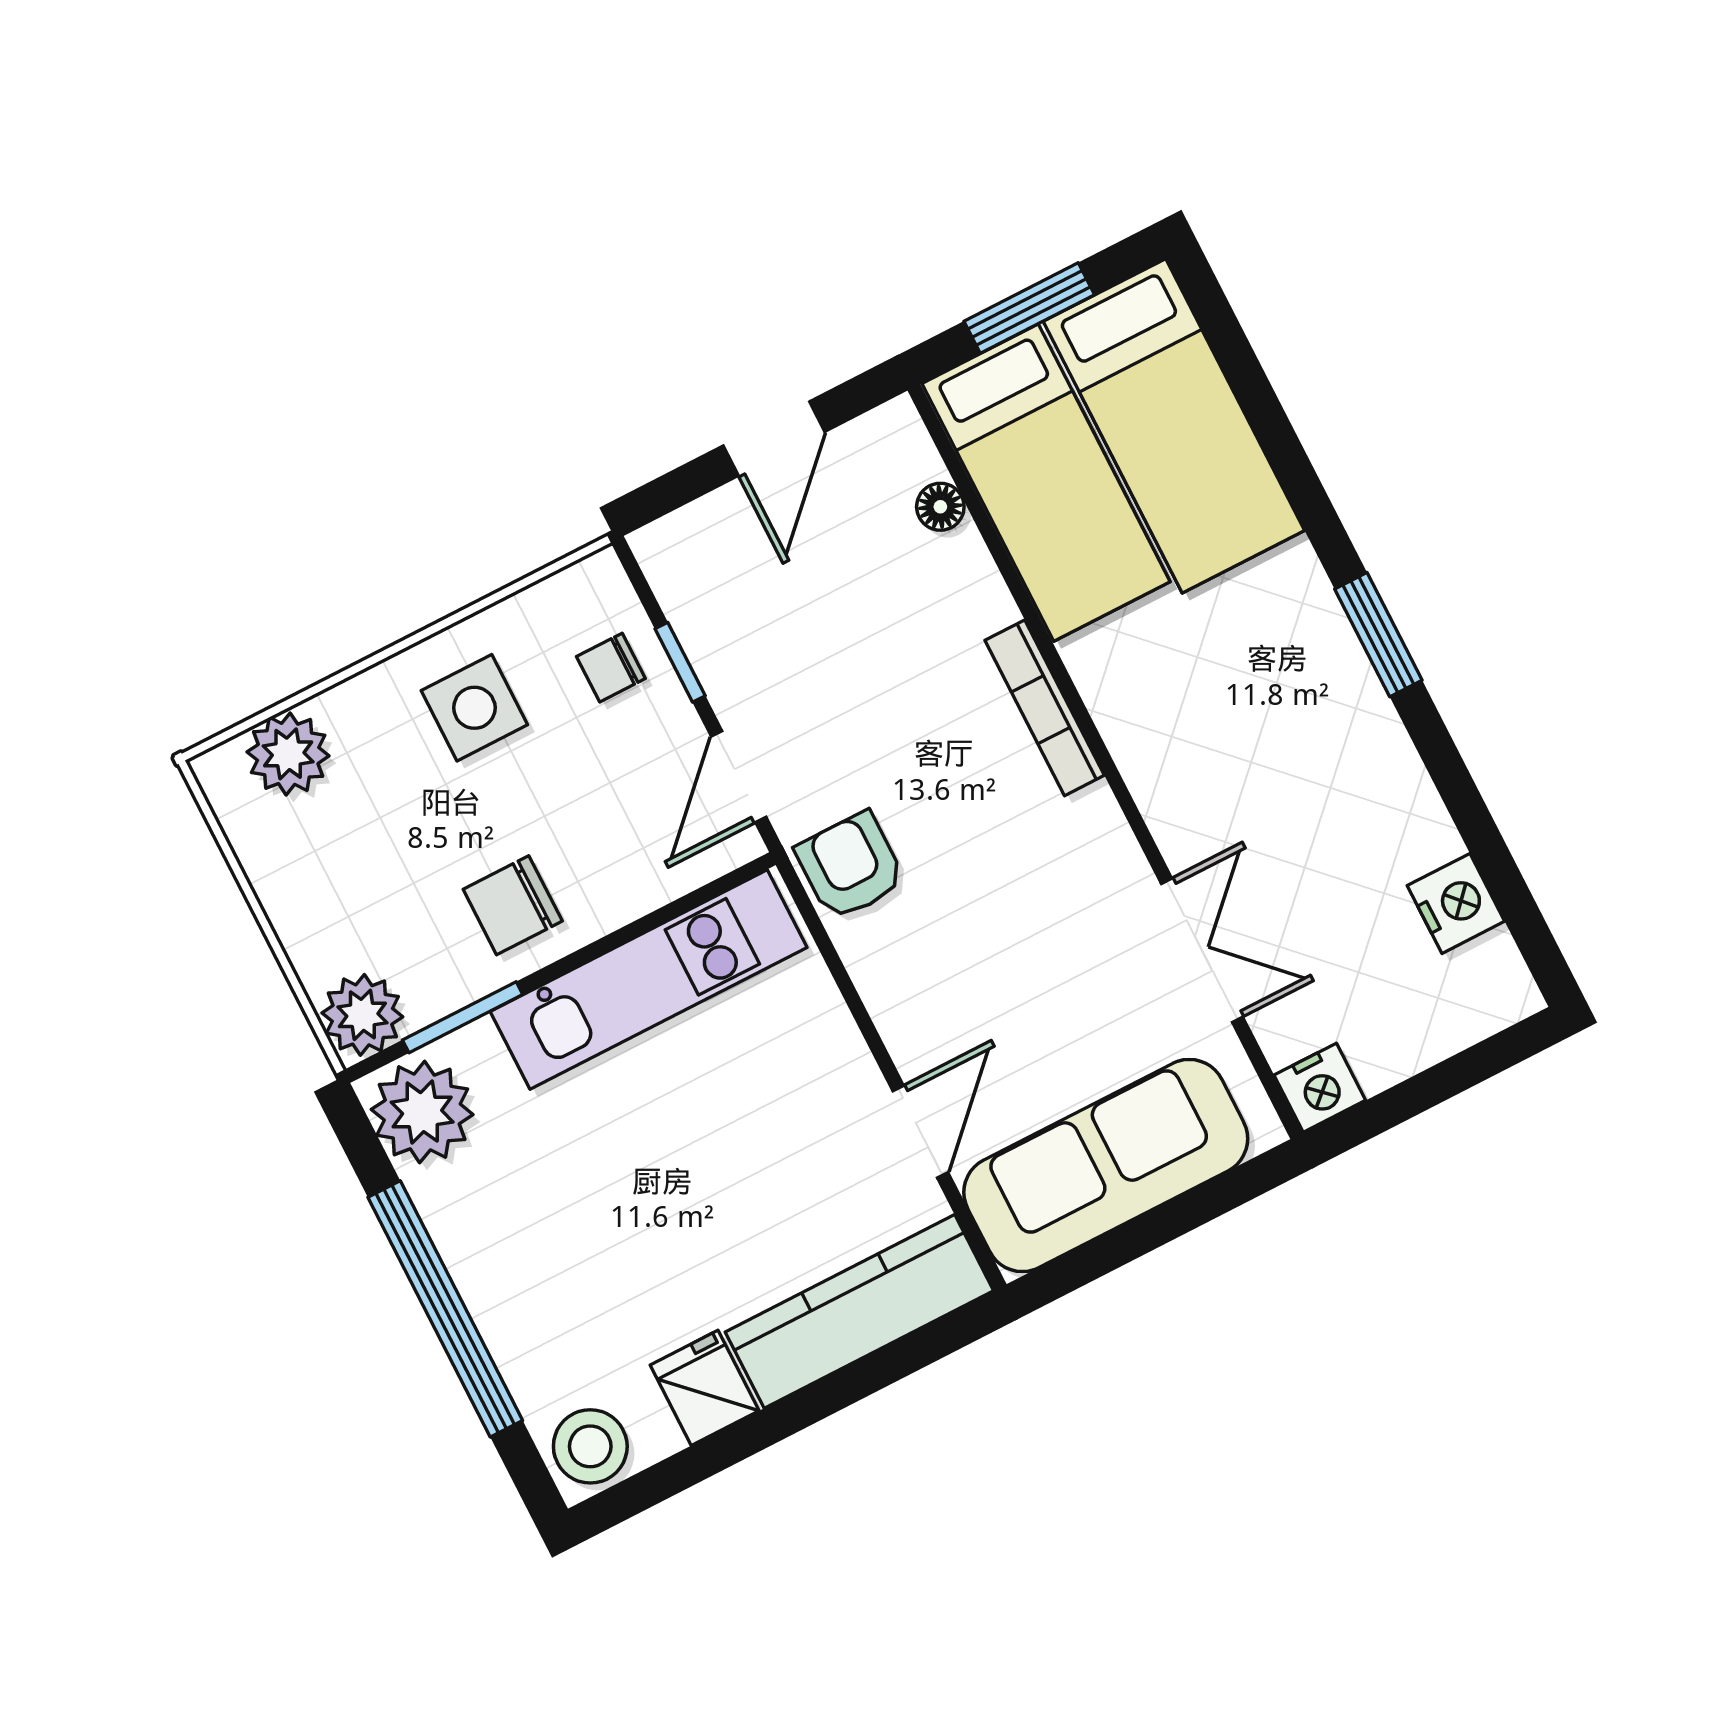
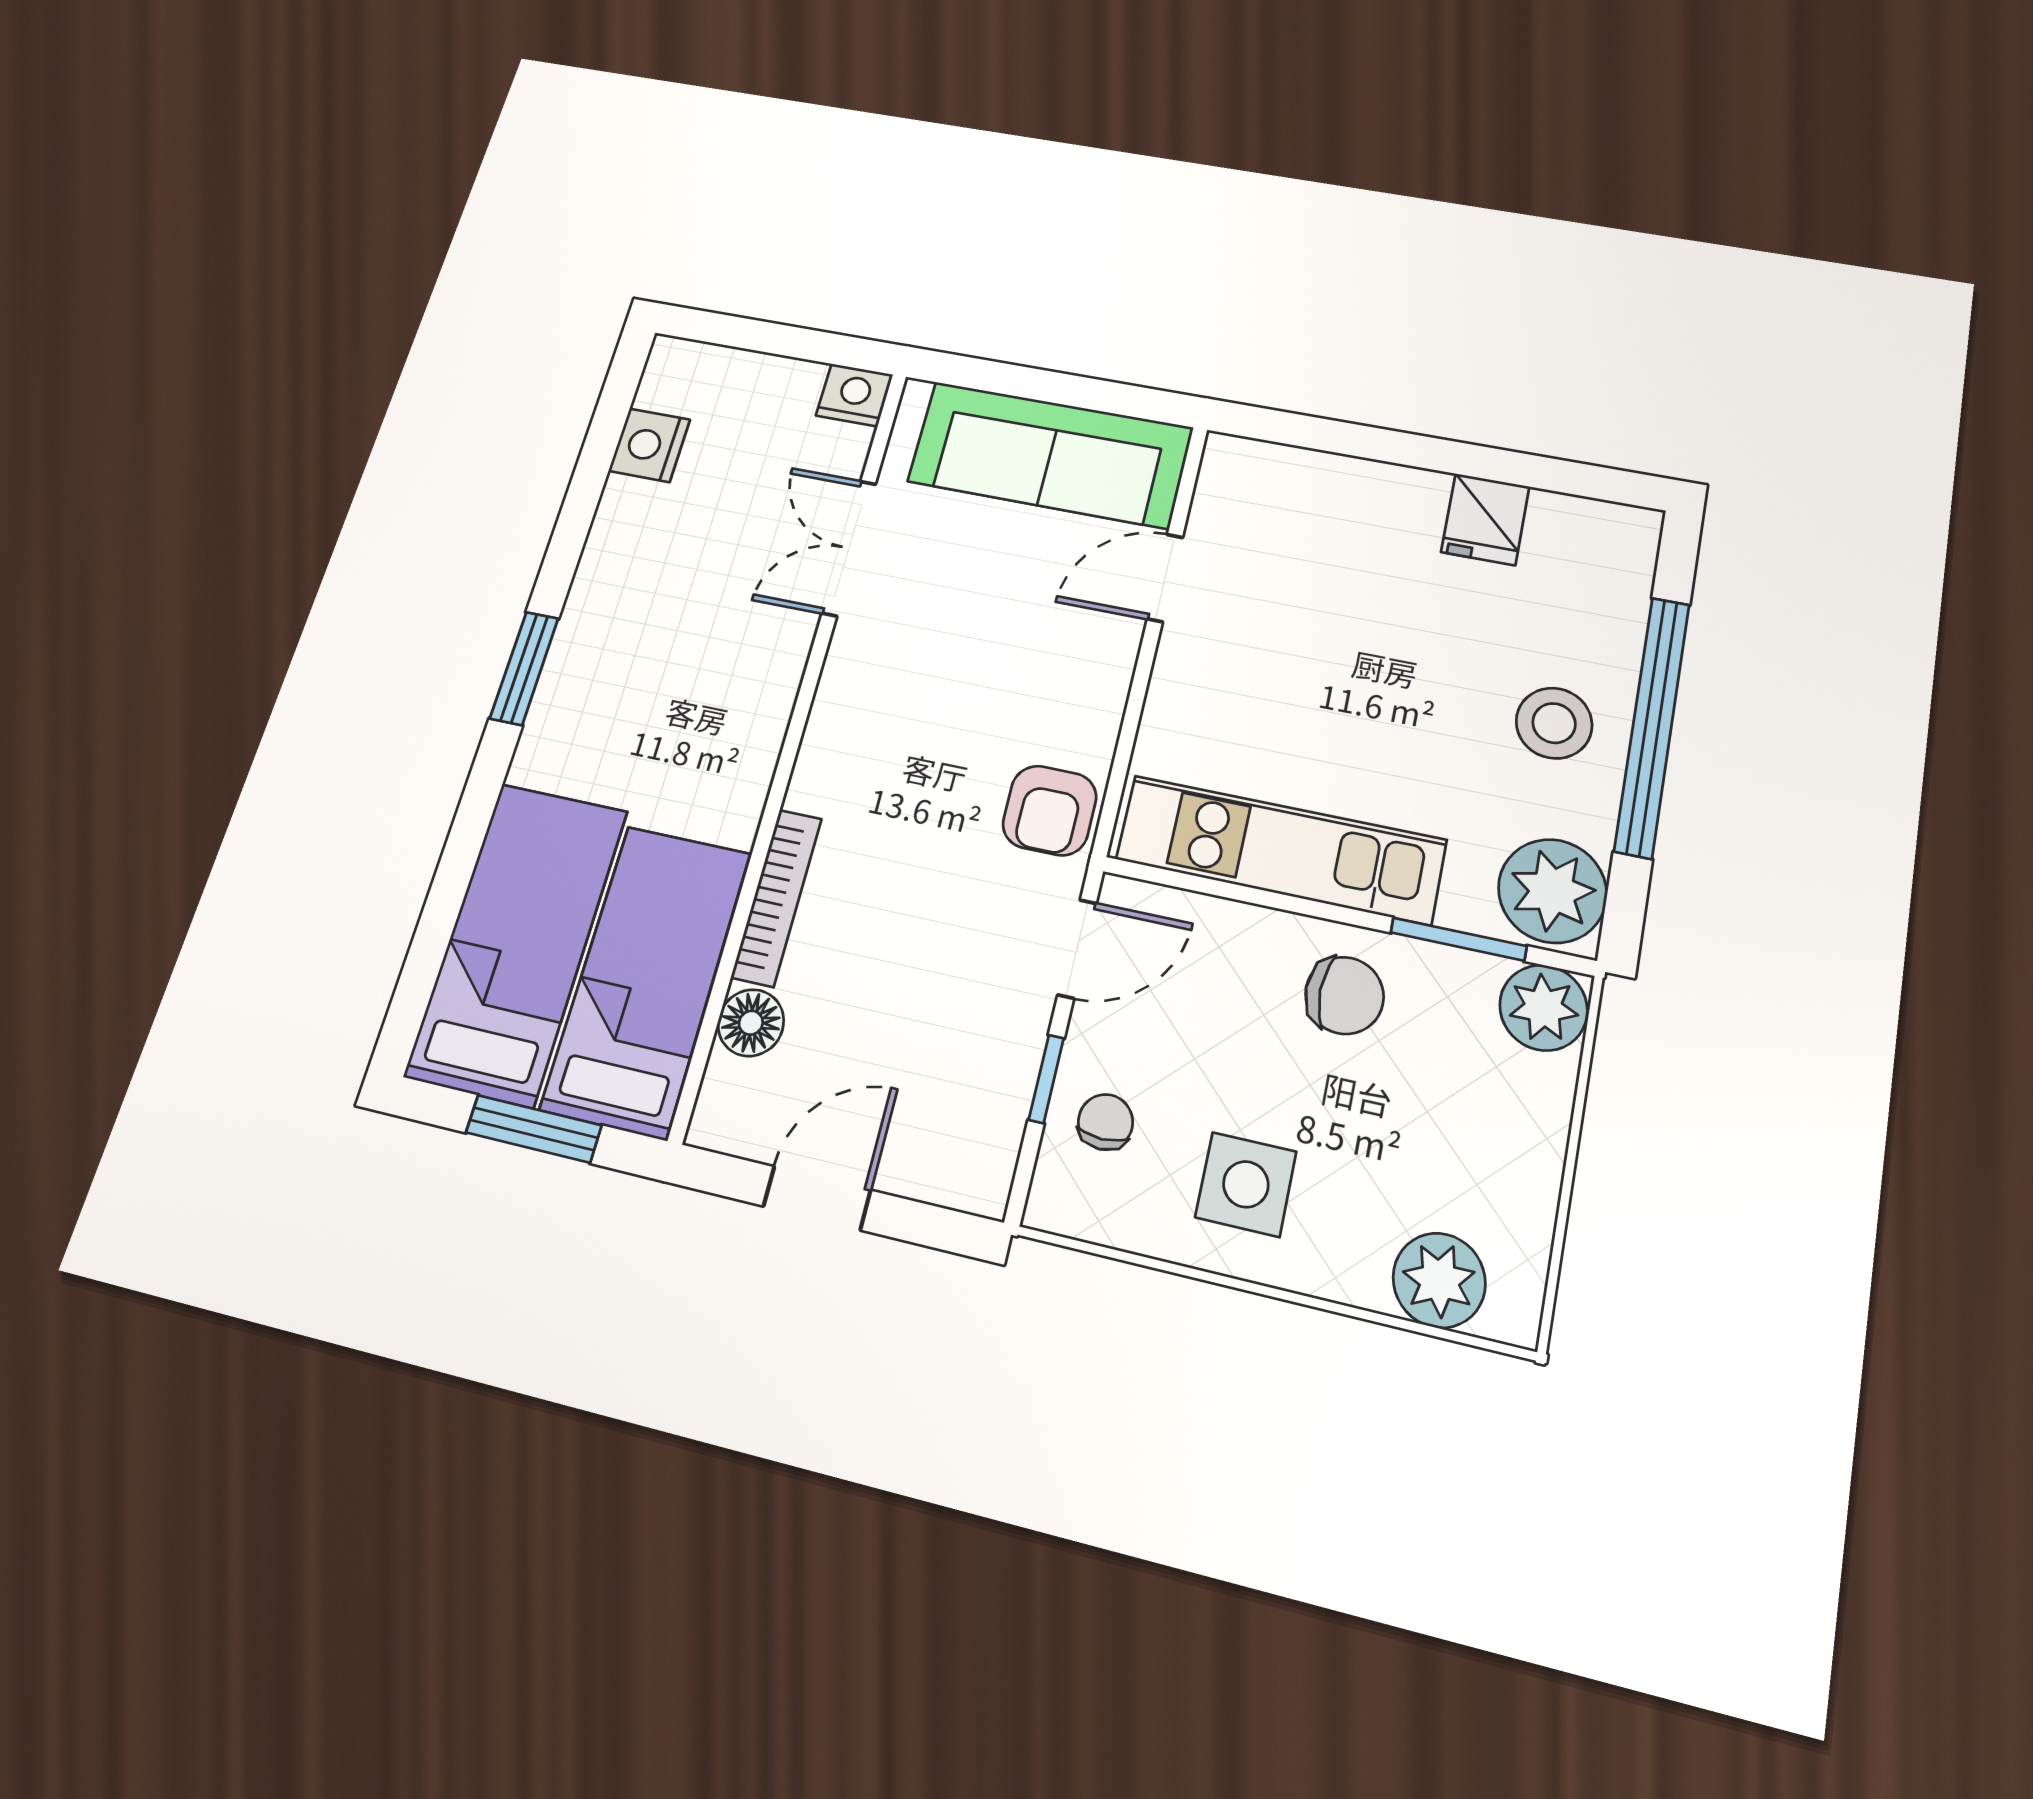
floor lamp: (940, 507) -> (751, 1023), width x1.37, depth x1.37
chair: (611, 668) -> (1105, 1122), turned -90
bookcase: (1045, 708) -> (777, 897), moved
kitchen counter: (859, 1311) -> (1320, 487), removed
stool: (590, 1446) -> (1554, 723), moved

